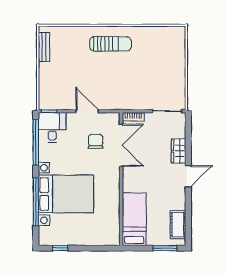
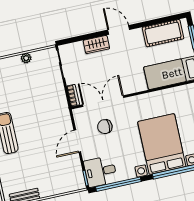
plant: (180, 79) -> (26, 58), added
cot: (178, 225) -> (163, 33), width x1.37, depth x1.34

